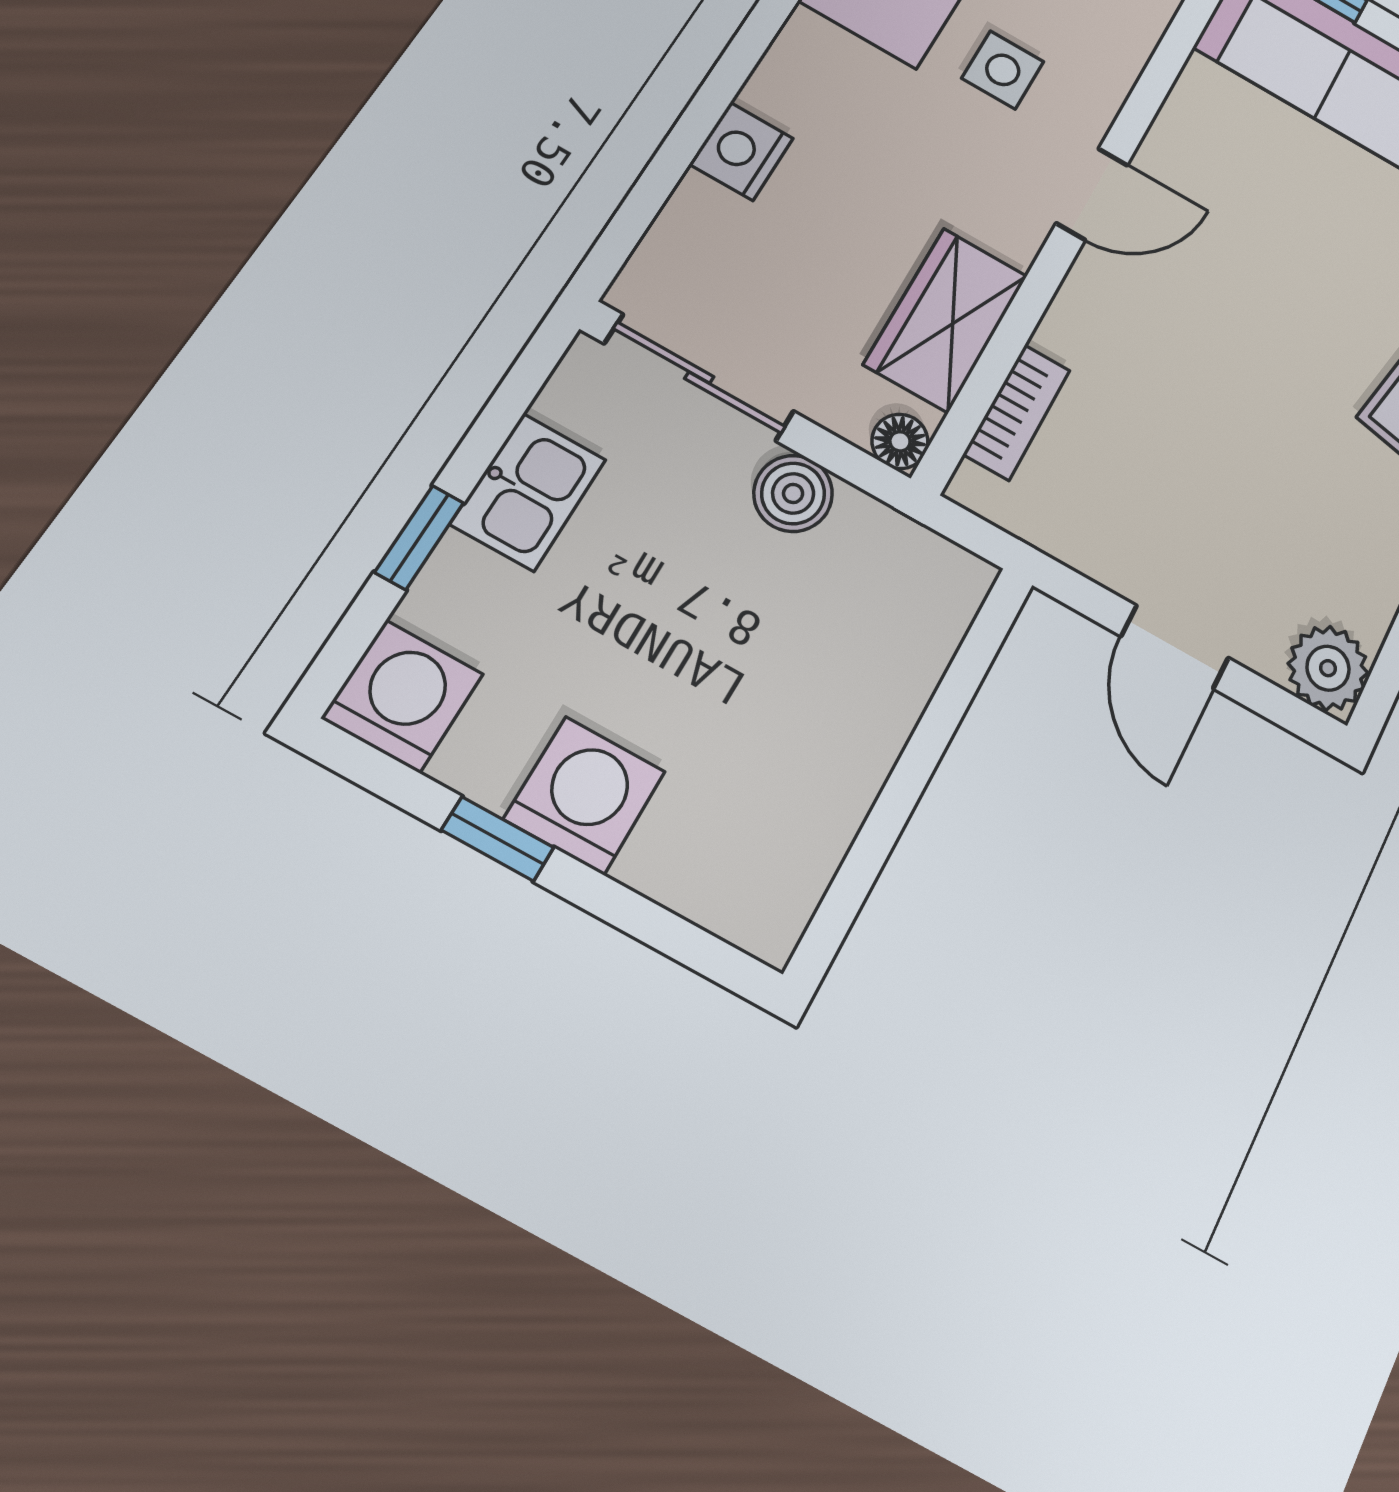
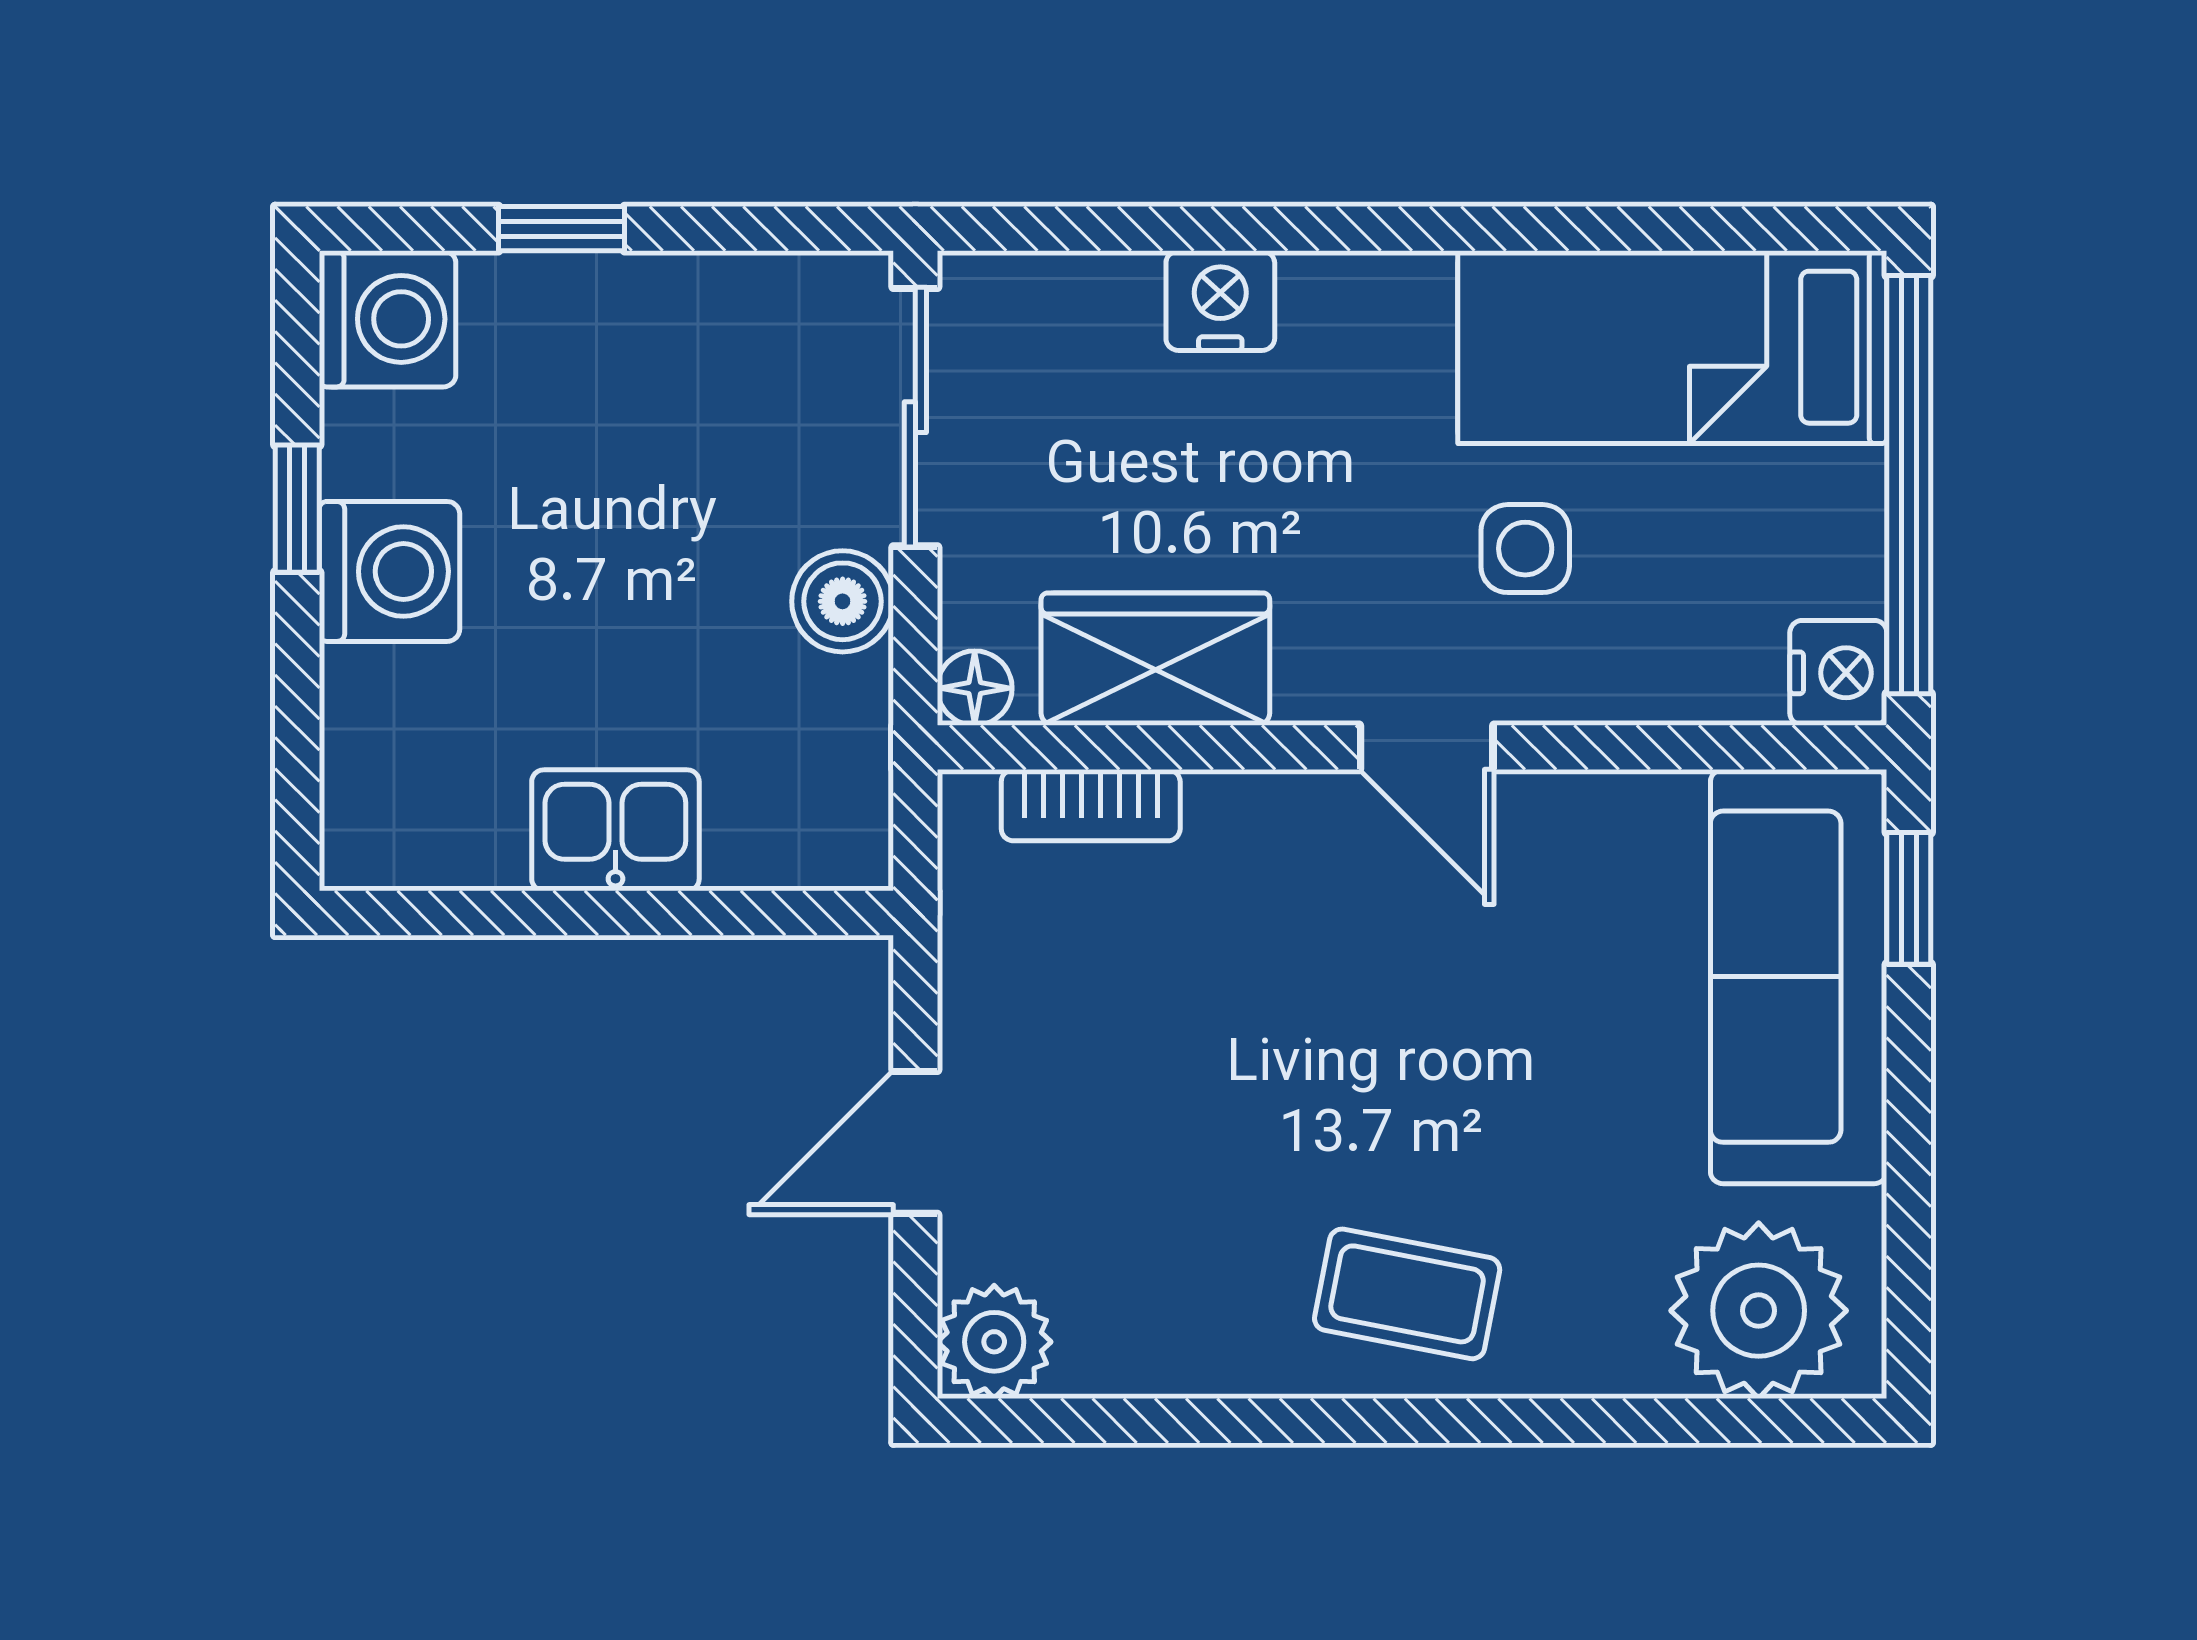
kitchen sink: (528, 492) -> (615, 830), moved, turned 180

